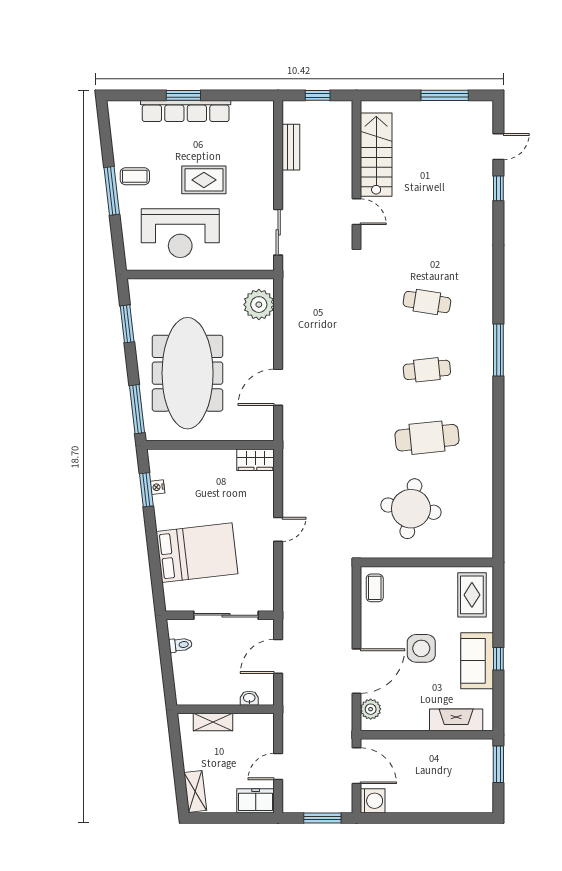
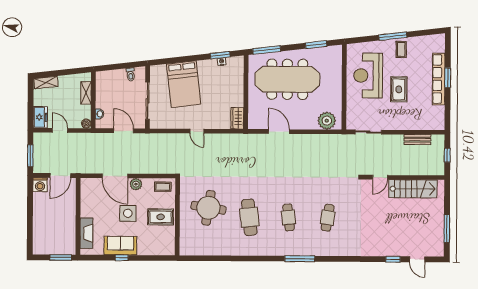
rug: (472, 595) -> (161, 217), moved
plant: (371, 709) -> (136, 184), moved
boiler: (266, 721) -> (86, 124), added

